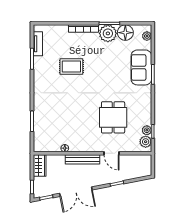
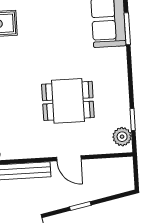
dining table: (113, 117) -> (68, 101), turned 90
plant: (147, 130) -> (123, 118), removed

